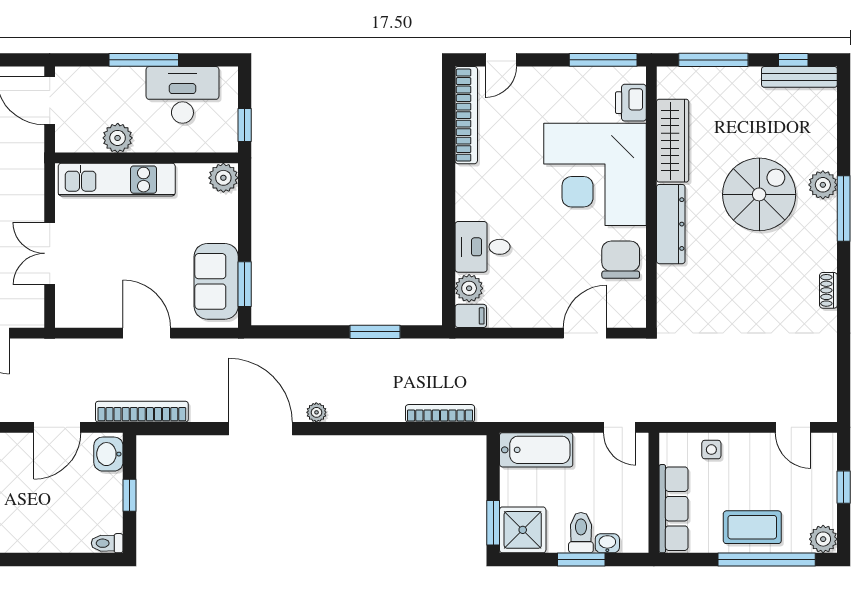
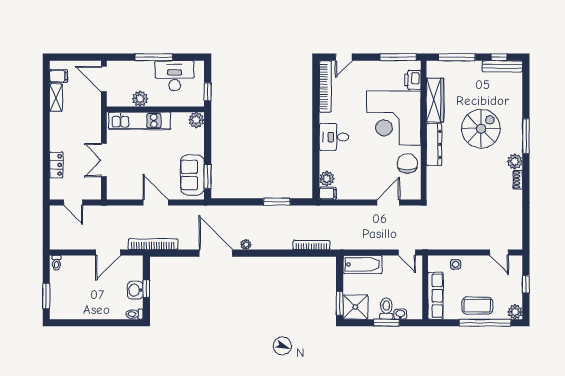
plant: (823, 185) -> (515, 162), moved
desk: (483, 247) -> (334, 137), moved
washbasin: (108, 454) -> (135, 290), moved

